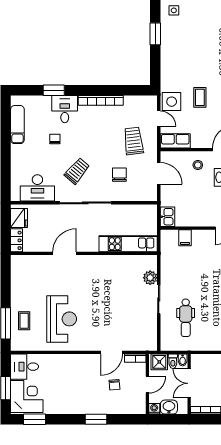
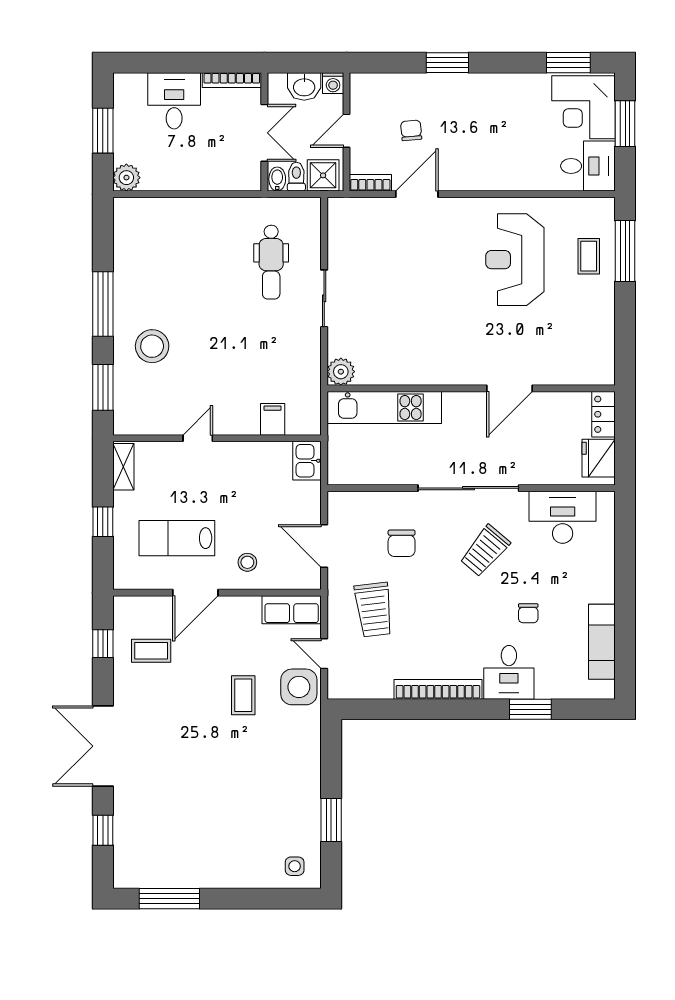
plant: (150, 278) -> (341, 372), moved
dental chair: (186, 318) -> (271, 262), turned 180

